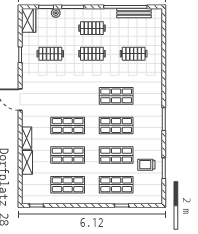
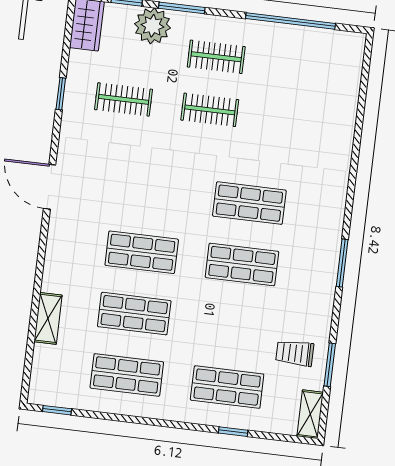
plant: (56, 13) -> (153, 26), width x1.88, depth x1.88
bench: (134, 13) -> (307, 36), removed
clothes rail: (134, 54) -> (296, 120), removed
shelving: (27, 138) -> (310, 414), moved
shop shelf: (116, 155) -> (235, 326), removed

